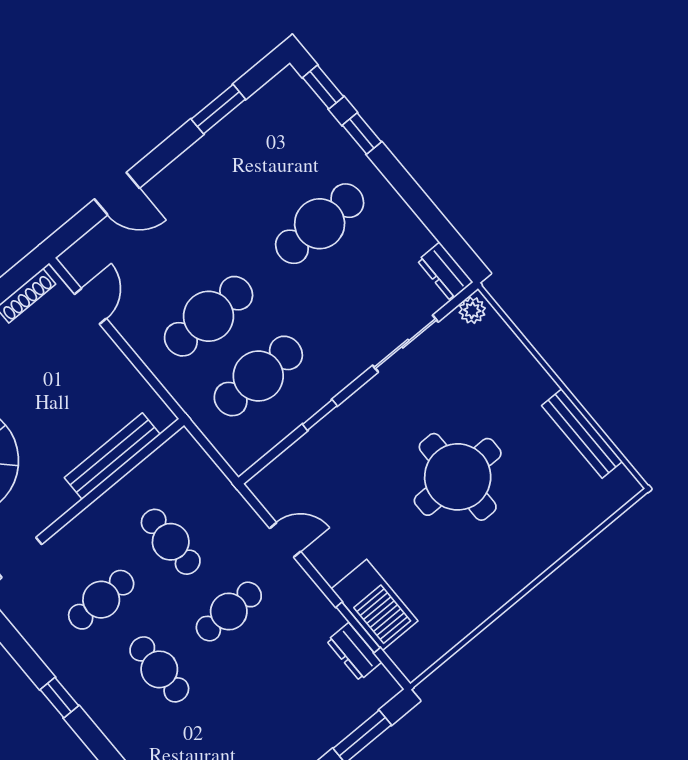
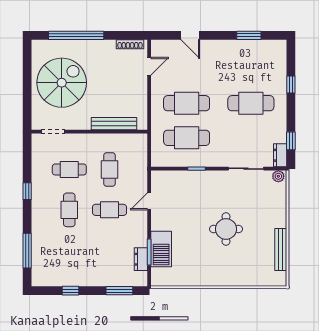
window: (323, 87) -> (291, 141), moved
round table: (458, 477) -> (226, 229), width x0.73, depth x0.73
door: (285, 540) -> (149, 201), swing flipped

